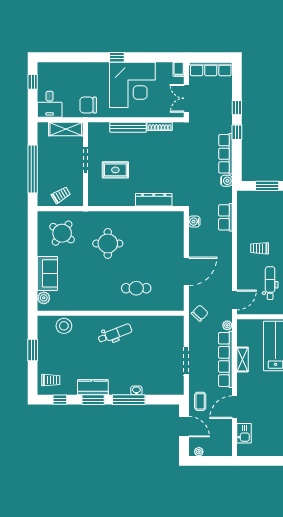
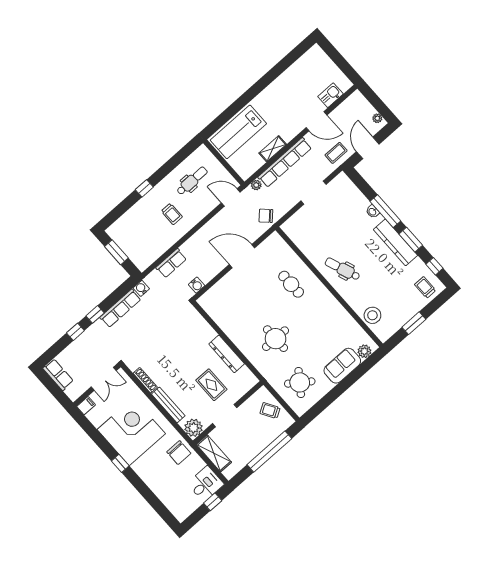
row of seats: (211, 69) -> (58, 375), width x0.68
window: (33, 82) -> (213, 502), moved
plant: (96, 131) -> (193, 428), added
dresser: (154, 200) -> (227, 354), moved
dental chair: (270, 283) -> (192, 181), turned 180
kitchen counter: (93, 387) -> (396, 242), width x1.50

